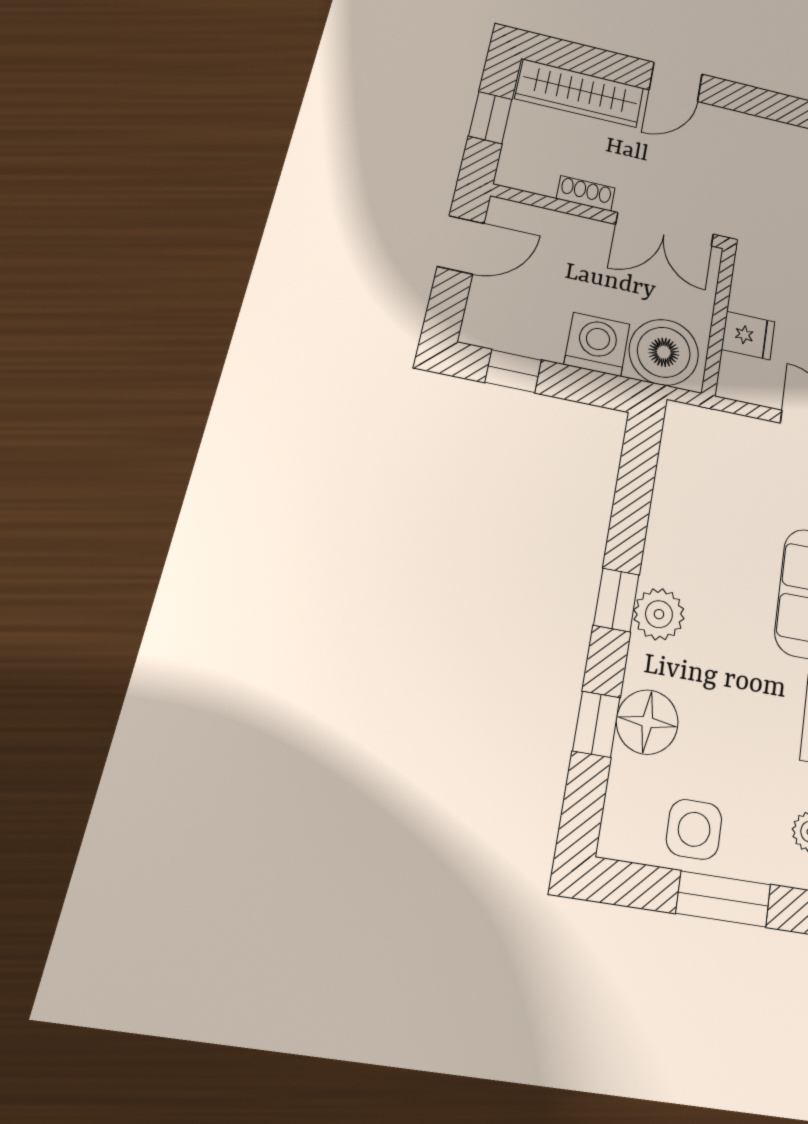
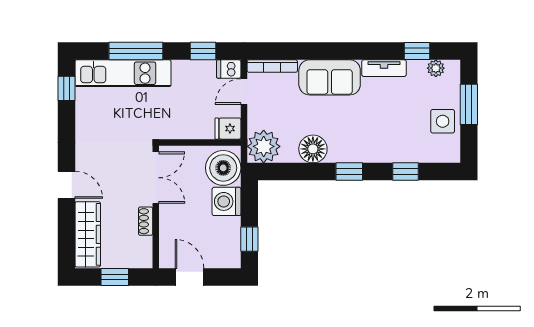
fridge: (748, 336) -> (228, 129), moved, turned -90
plant: (659, 614) -> (264, 146), moved, width x1.36, depth x1.36
floor lamp: (647, 722) -> (313, 149), moved

